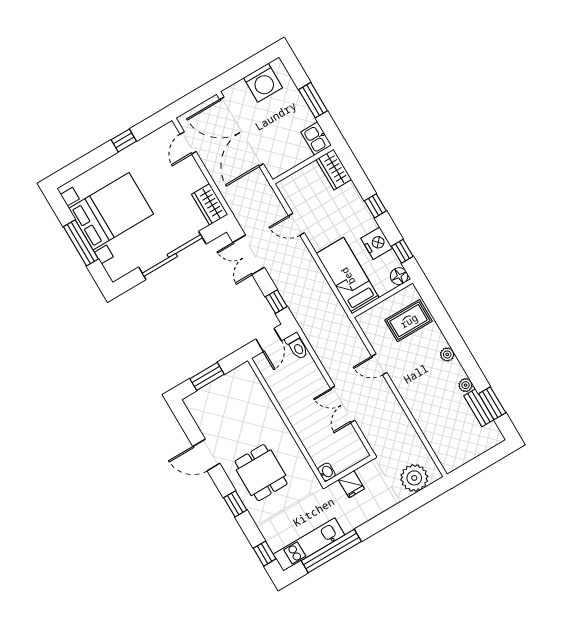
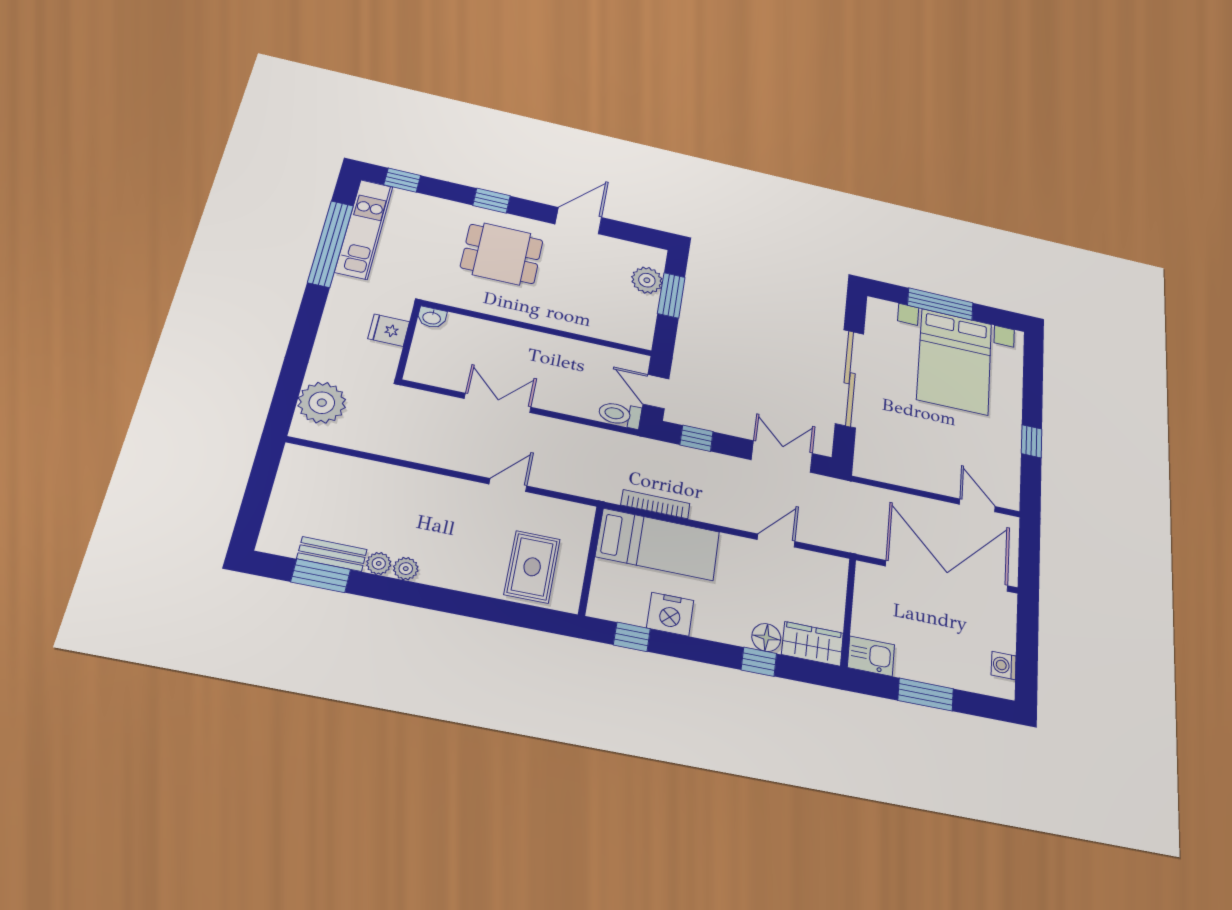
washing machine: (263, 83) -> (1004, 665), width x0.53, depth x0.53
wardrobe: (210, 204) -> (881, 467), removed
window: (375, 206) -> (759, 662), moved
floor lamp: (399, 276) -> (766, 637), moved
bookcase: (328, 293) -> (655, 504), added
plant: (447, 354) -> (406, 569), moved
plant: (209, 395) -> (647, 280), added

